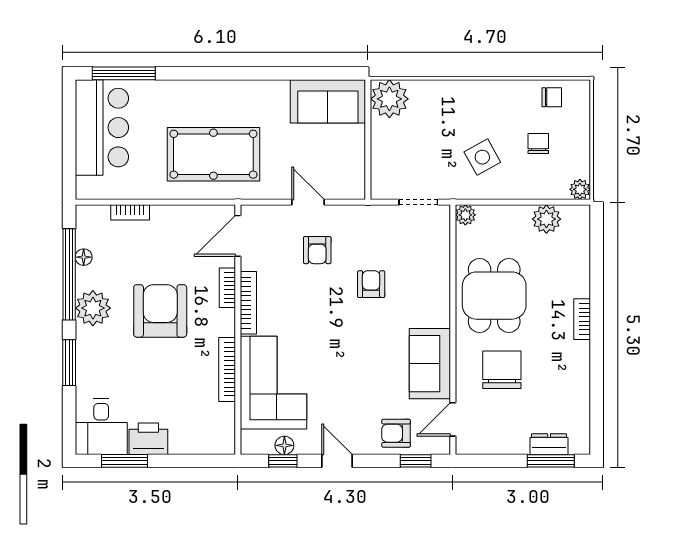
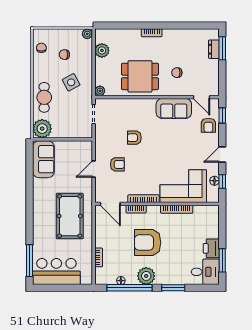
cafe table: (452, 103) -> (44, 97), added
chair: (502, 370) -> (177, 73), width x0.54, depth x0.54

